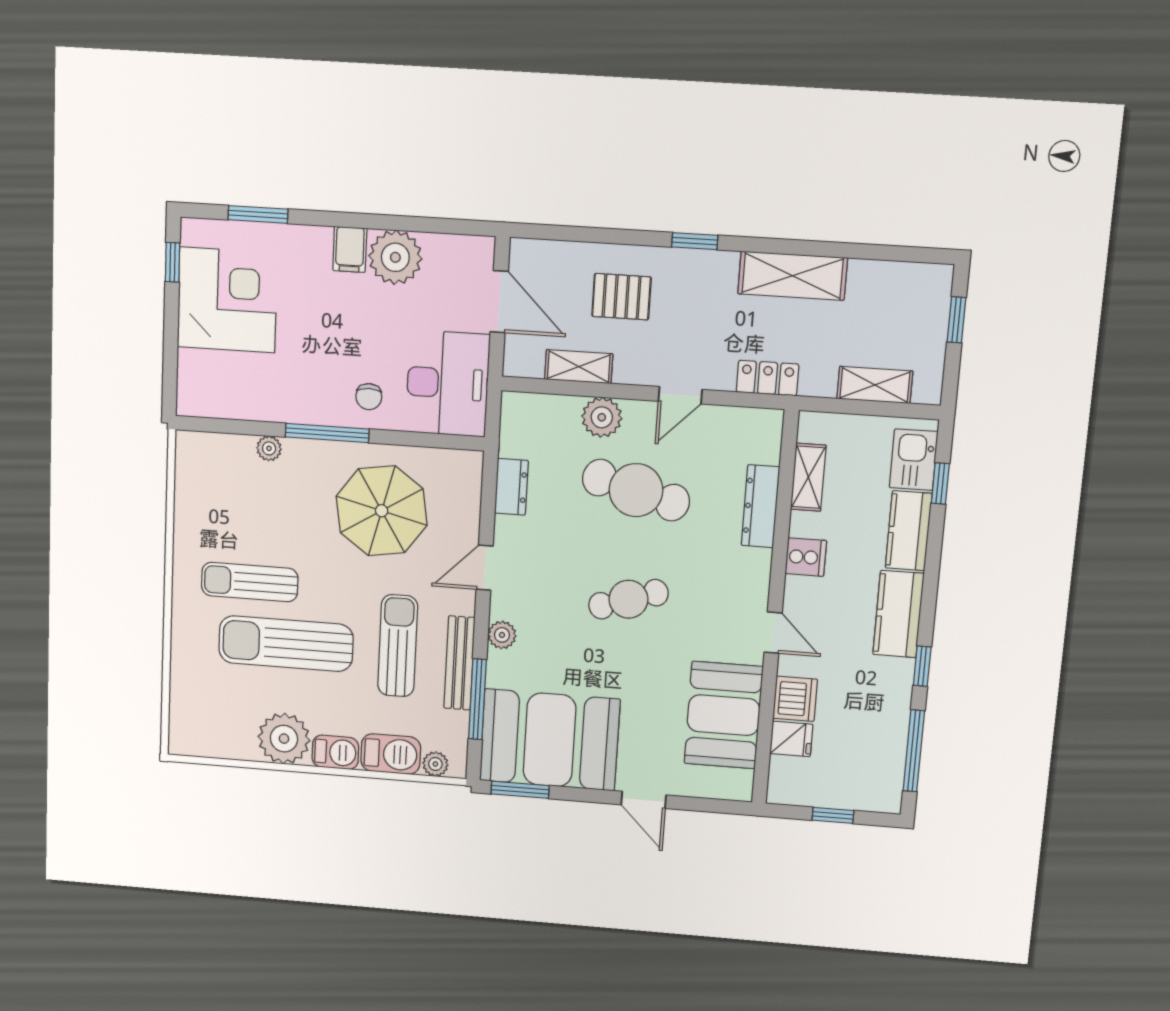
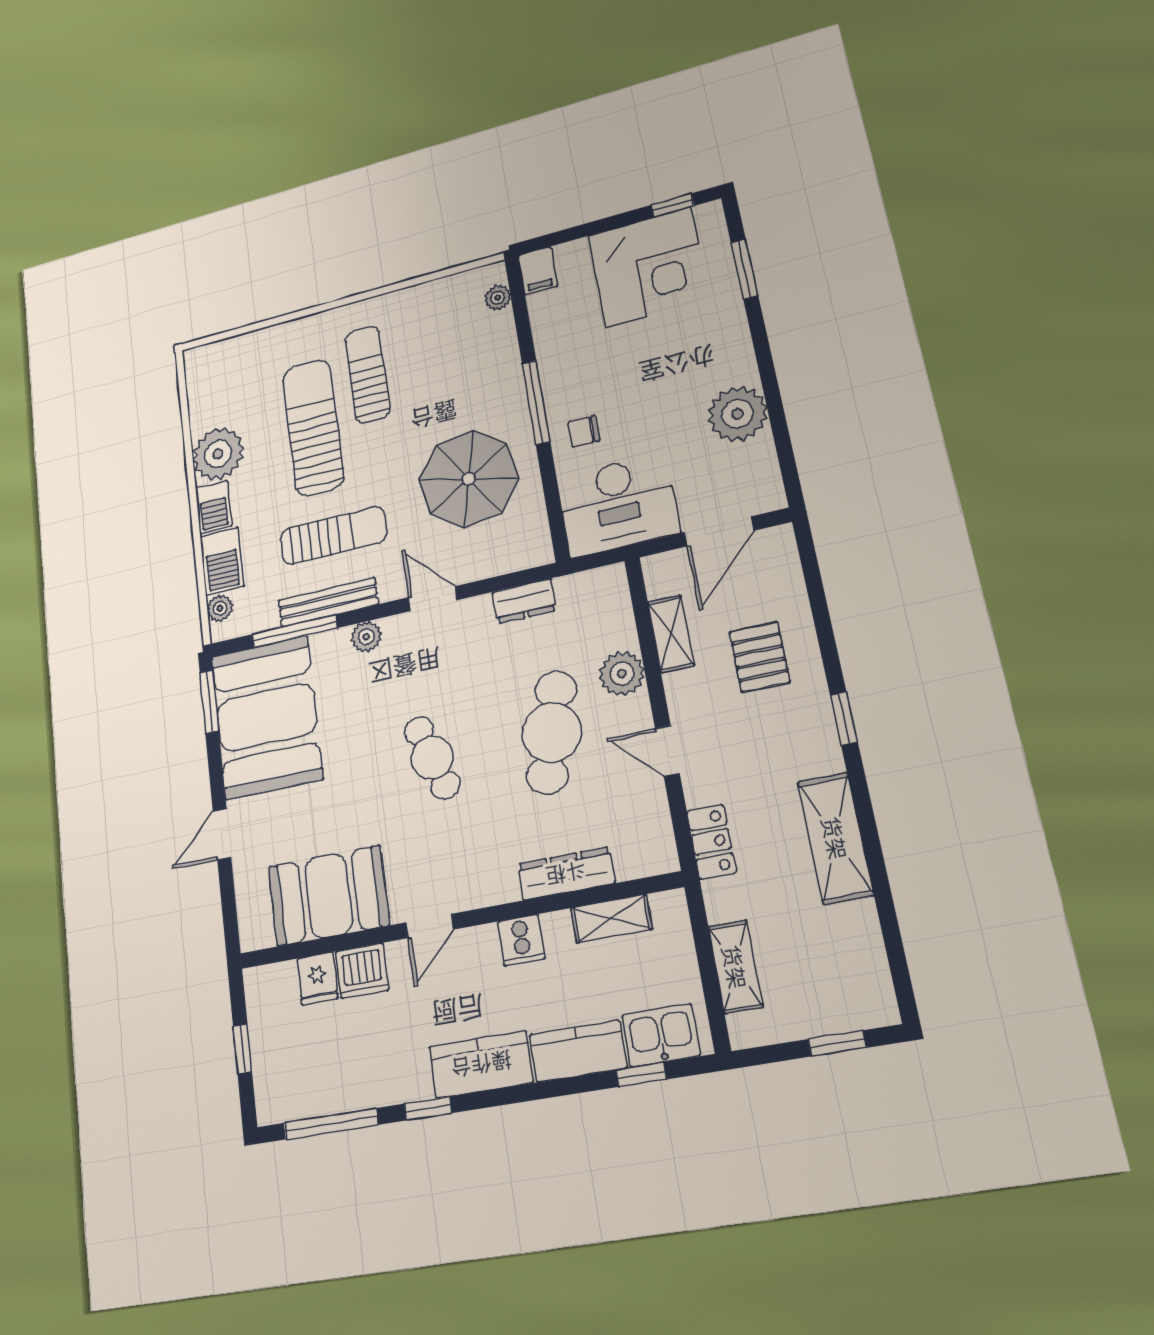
filing cabinet: (350, 249) -> (538, 271), moved, turned -90
plant: (269, 448) -> (498, 298), moved

